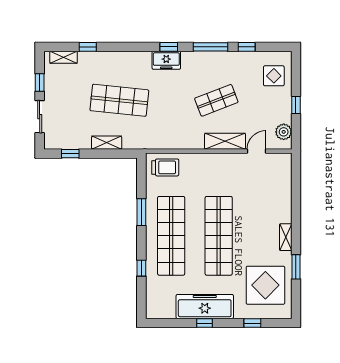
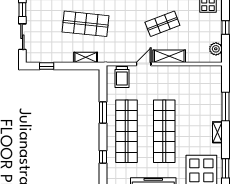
shelving: (107, 143) -> (86, 57), moved
door: (257, 151) -> (144, 64), moved
trolley: (165, 167) -> (122, 77), turned 90
window: (296, 205) -> (226, 107), added
window: (296, 267) -> (226, 168), moved

